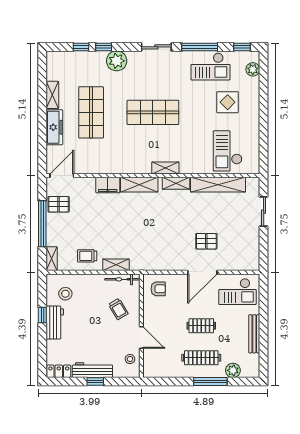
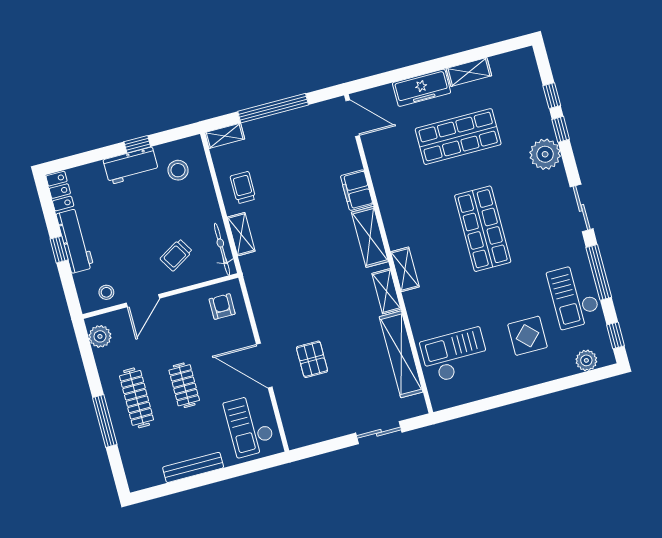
pallet: (59, 204) -> (309, 125), removed
armchair: (158, 289) -> (222, 306), turned 180
plant: (233, 370) -> (100, 336), moved

